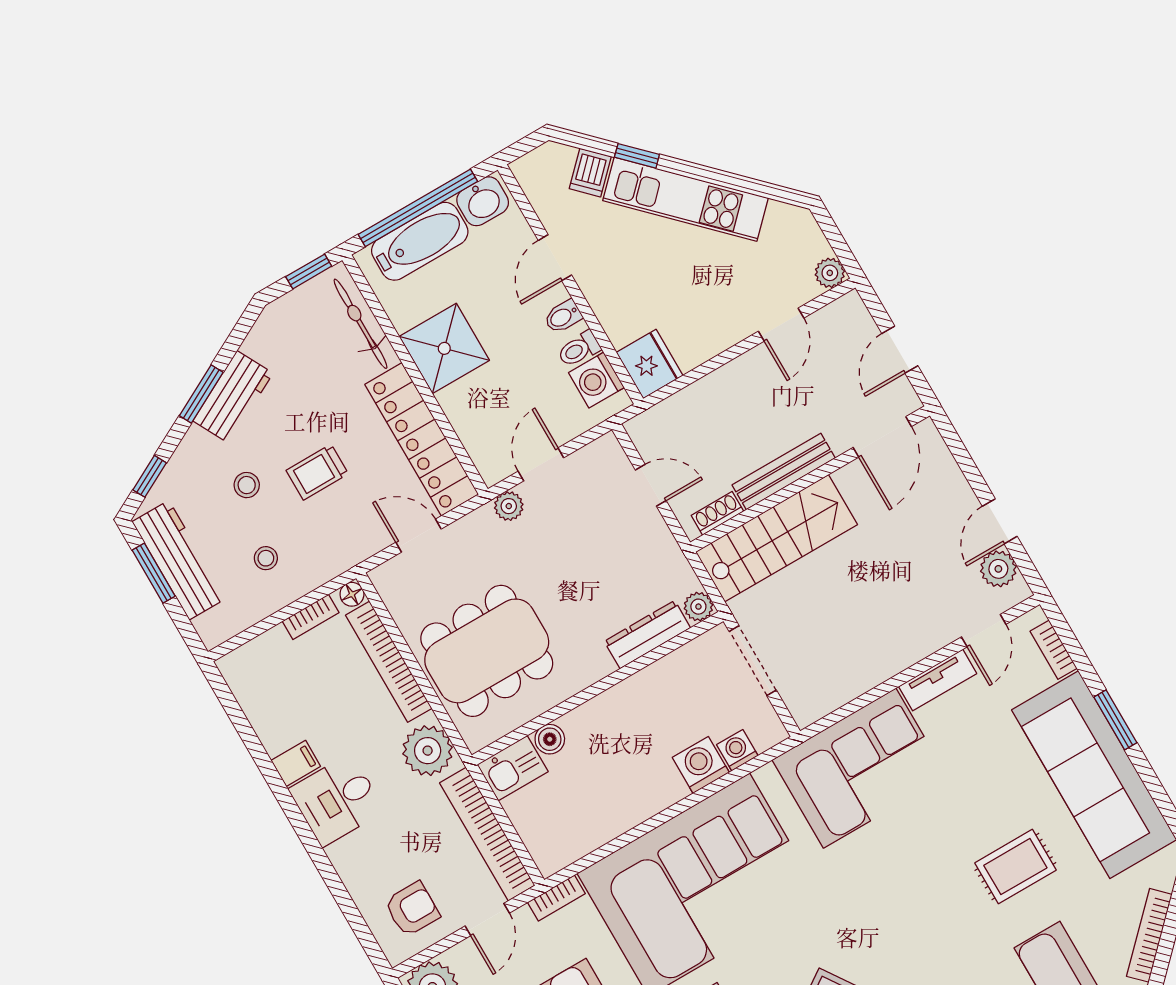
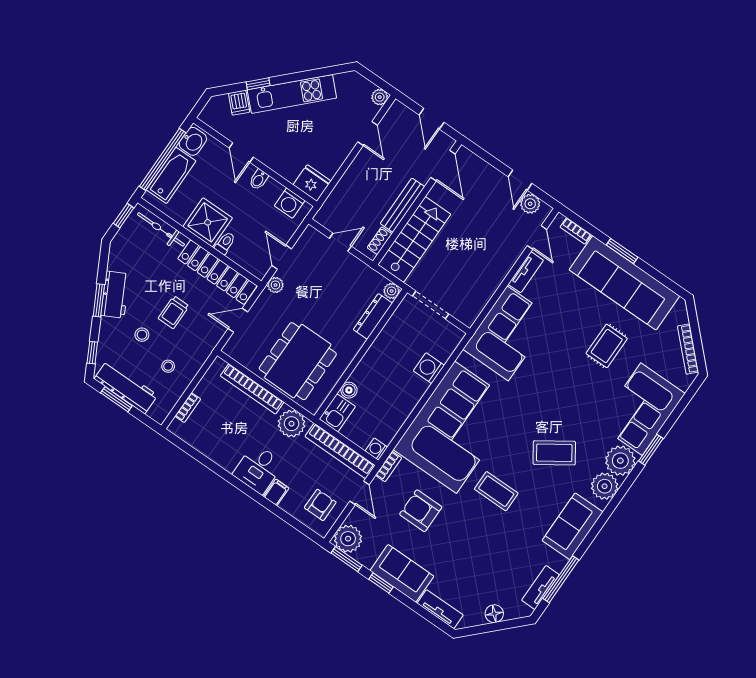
toilet: (579, 349) -> (225, 243), moved, turned 180
floor lamp: (352, 594) -> (219, 364), removed
bookcase: (311, 617) -> (188, 408), moved
washing machine: (737, 750) -> (376, 449), moved
filing cabinet: (296, 763) -> (276, 492), moved

